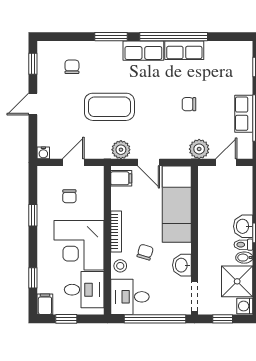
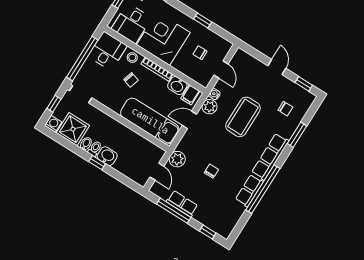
window: (111, 37) -> (297, 135), moved
row of seats: (143, 51) -> (270, 157), width x1.48
water cooler: (43, 153) -> (214, 94), moved
washbasin: (182, 265) -> (177, 86), moved, turned 180

